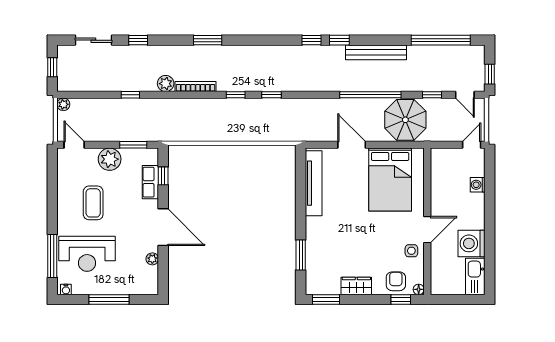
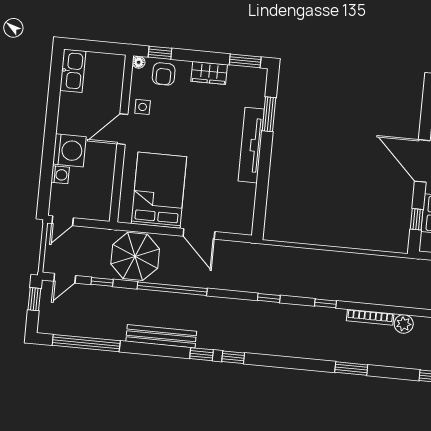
window: (271, 95) -> (269, 298), moved
door: (465, 95) -> (65, 278), swing flipped
tv unit: (314, 183) -> (251, 145), moved
washing machine: (472, 243) -> (69, 150), moved

